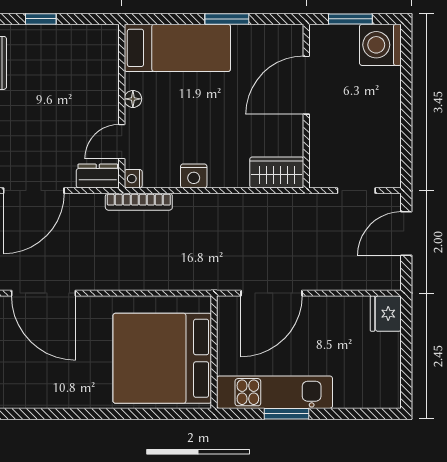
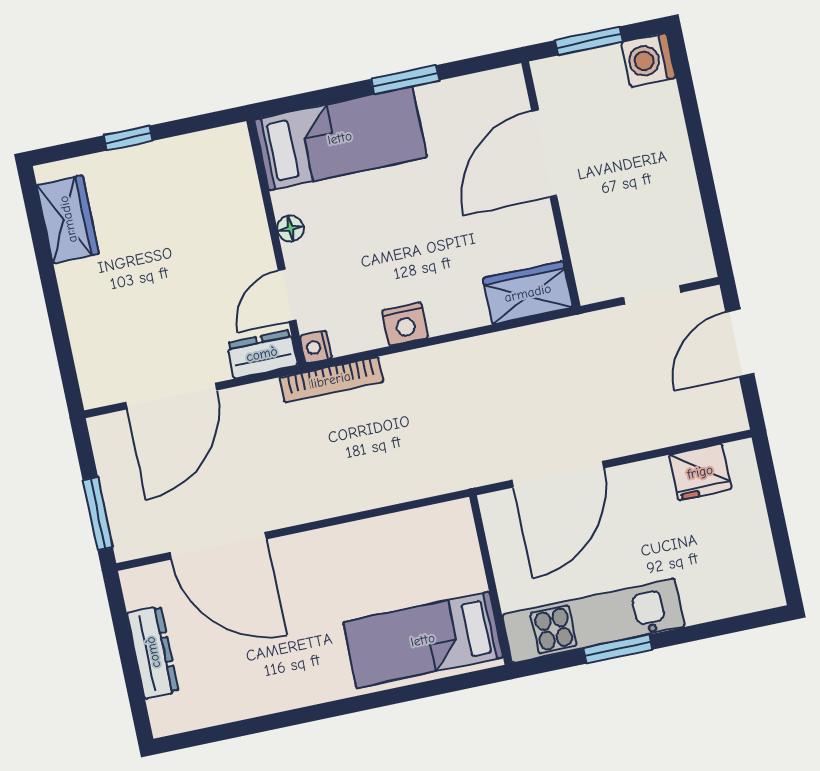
washing machine: (380, 45) -> (649, 60), width x0.73, depth x0.73
fridge: (386, 314) -> (700, 472), moved, turned -90
bed: (162, 358) -> (423, 640), width x0.49

